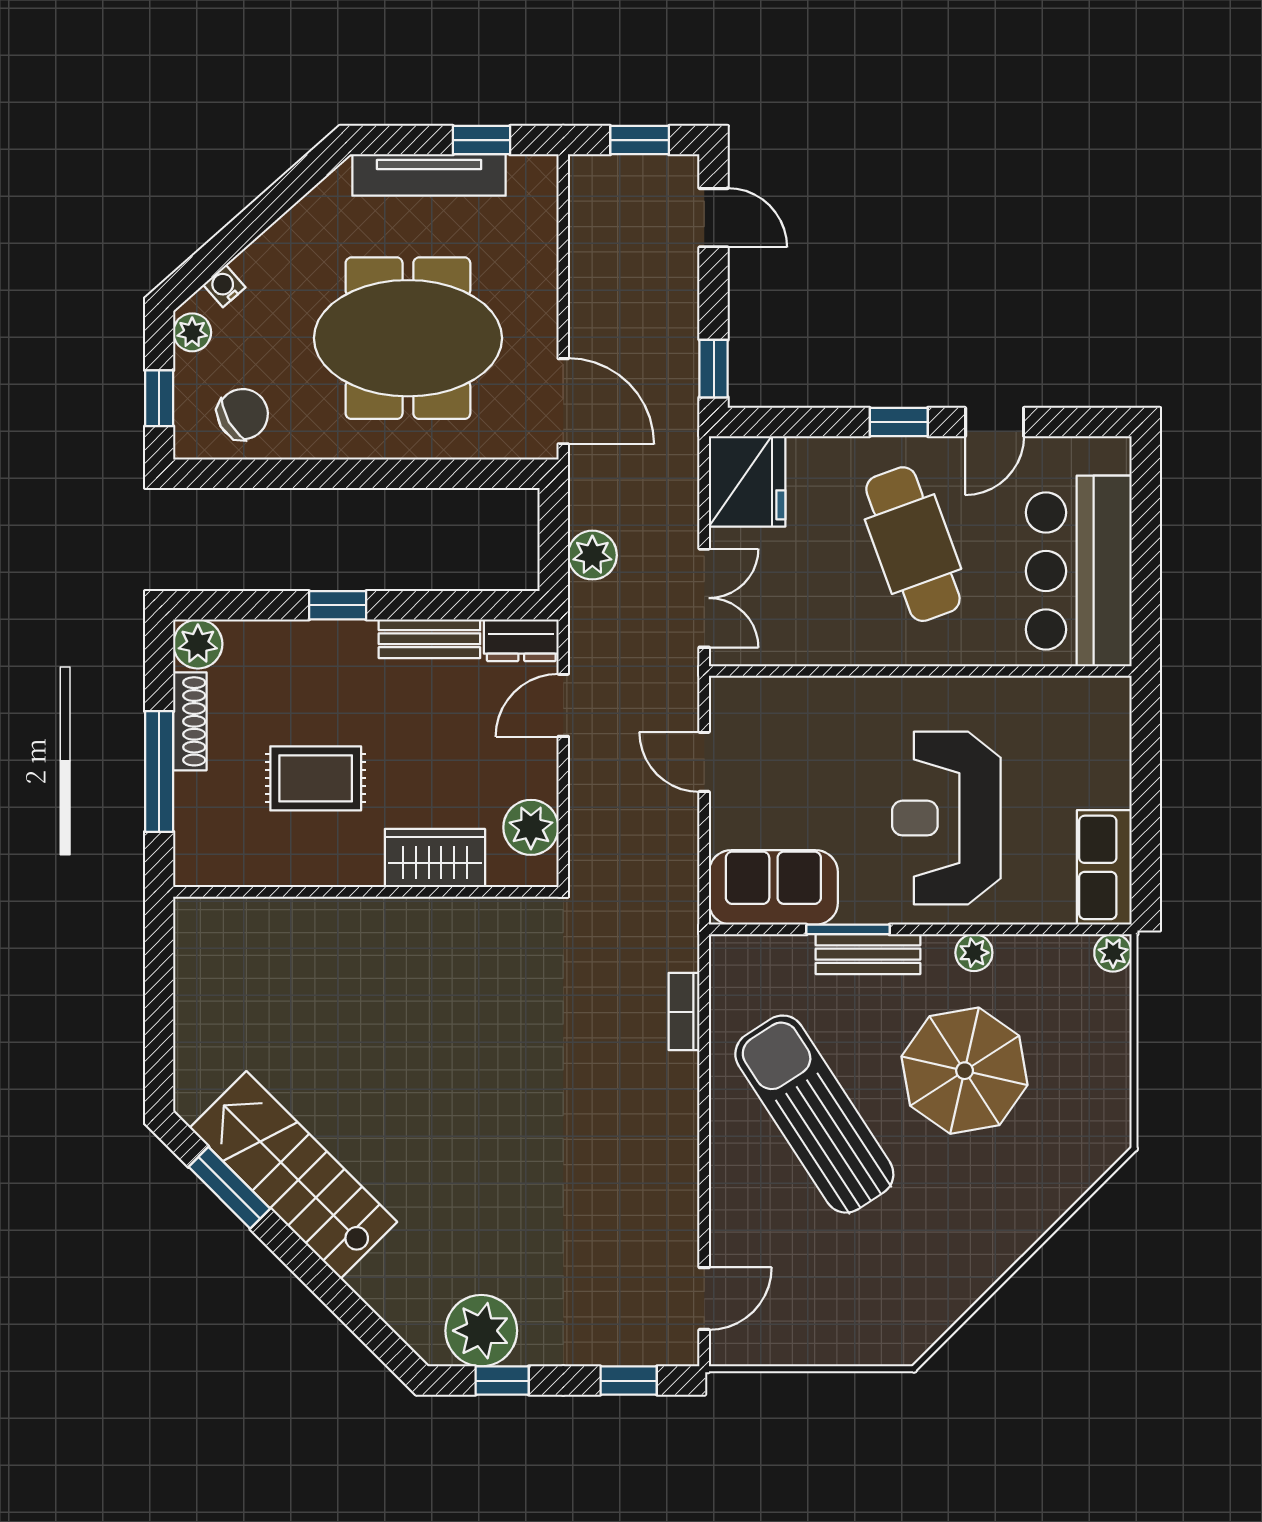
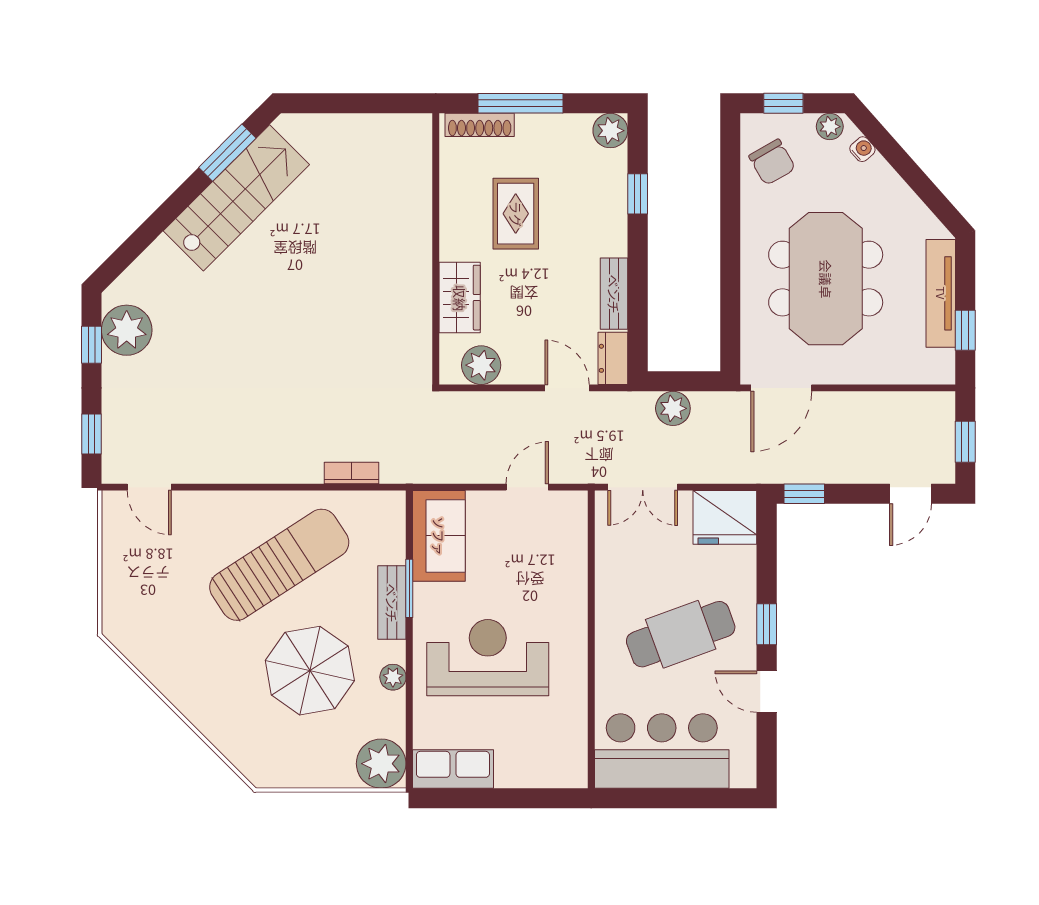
window: (338, 605) -> (638, 194), moved
shoe rack: (190, 721) -> (480, 125), moved
plant: (1113, 953) -> (381, 764), width x1.88, depth x1.88

